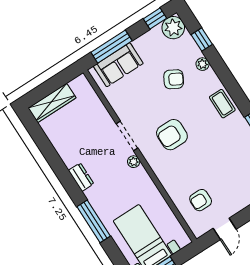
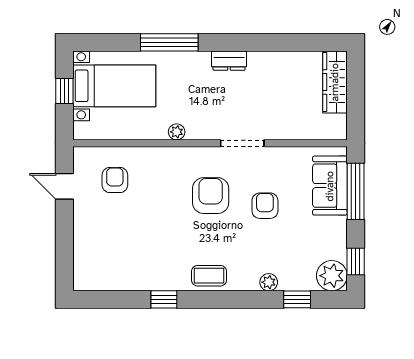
armchair: (174, 79) -> (265, 206), moved, turned 151
plant: (134, 162) -> (177, 132), moved

